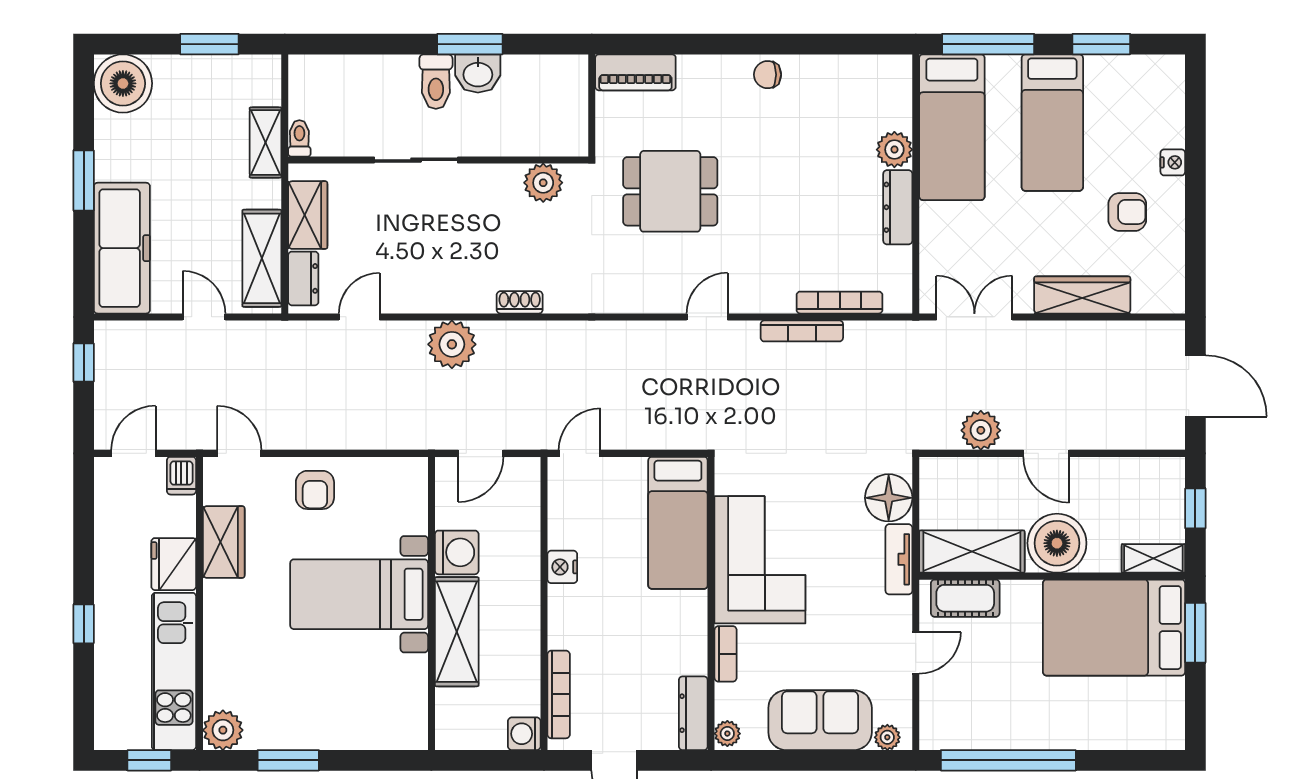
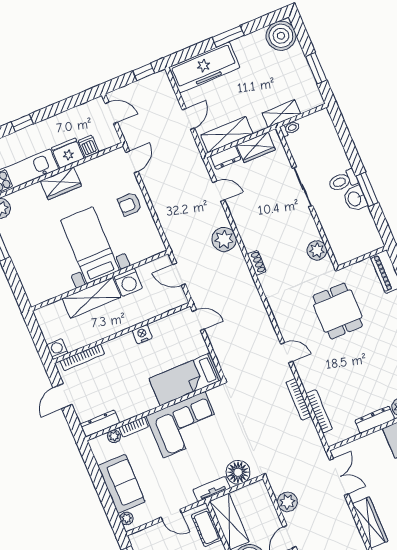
dishwasher: (181, 476) -> (89, 146), moved, turned 90
wardrobe: (224, 542) -> (61, 183), moved
plant: (727, 734) -> (114, 436), moved

